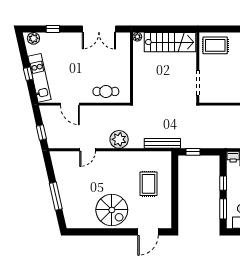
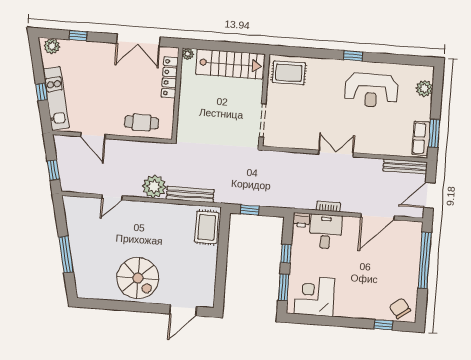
locker: (125, 56) -> (170, 77), added
bench: (162, 143) -> (190, 194), moved
rug: (148, 184) -> (207, 227), moved

